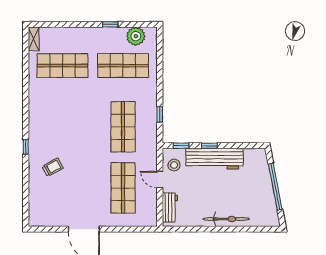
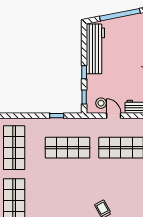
workbench: (215, 159) -> (95, 49), moved
door: (160, 180) -> (114, 116), swing flipped

